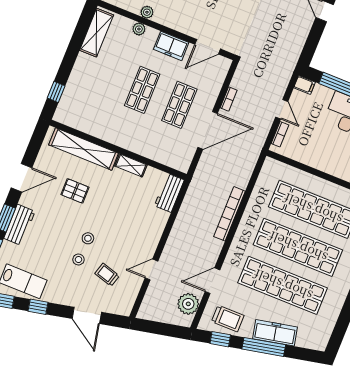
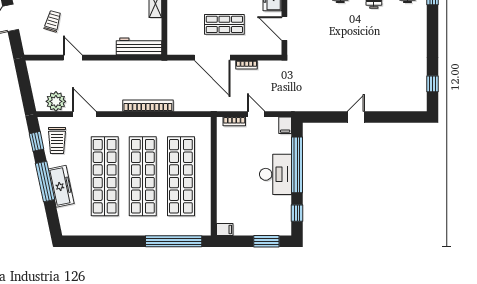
door: (282, 109) -> (256, 114), swing flipped
workbench: (169, 193) -> (139, 46), width x1.38

